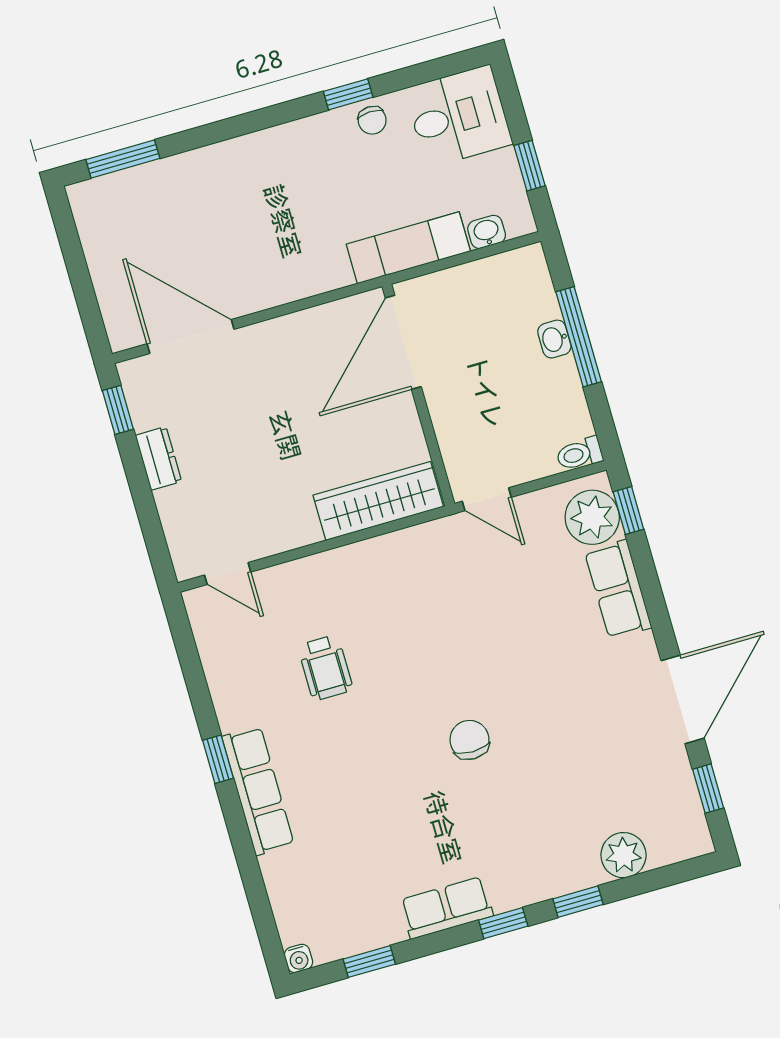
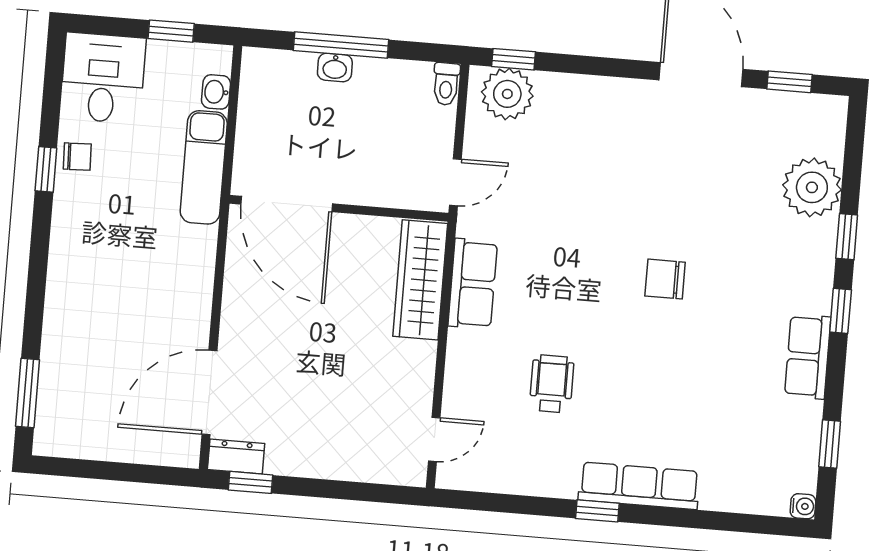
dresser: (158, 458) -> (236, 457), moved
row of seats: (618, 589) -> (473, 284), moved, turned -90
wheelchair: (325, 668) -> (552, 384), turned -90
plant: (623, 855) -> (812, 187), width x1.36, depth x1.36

